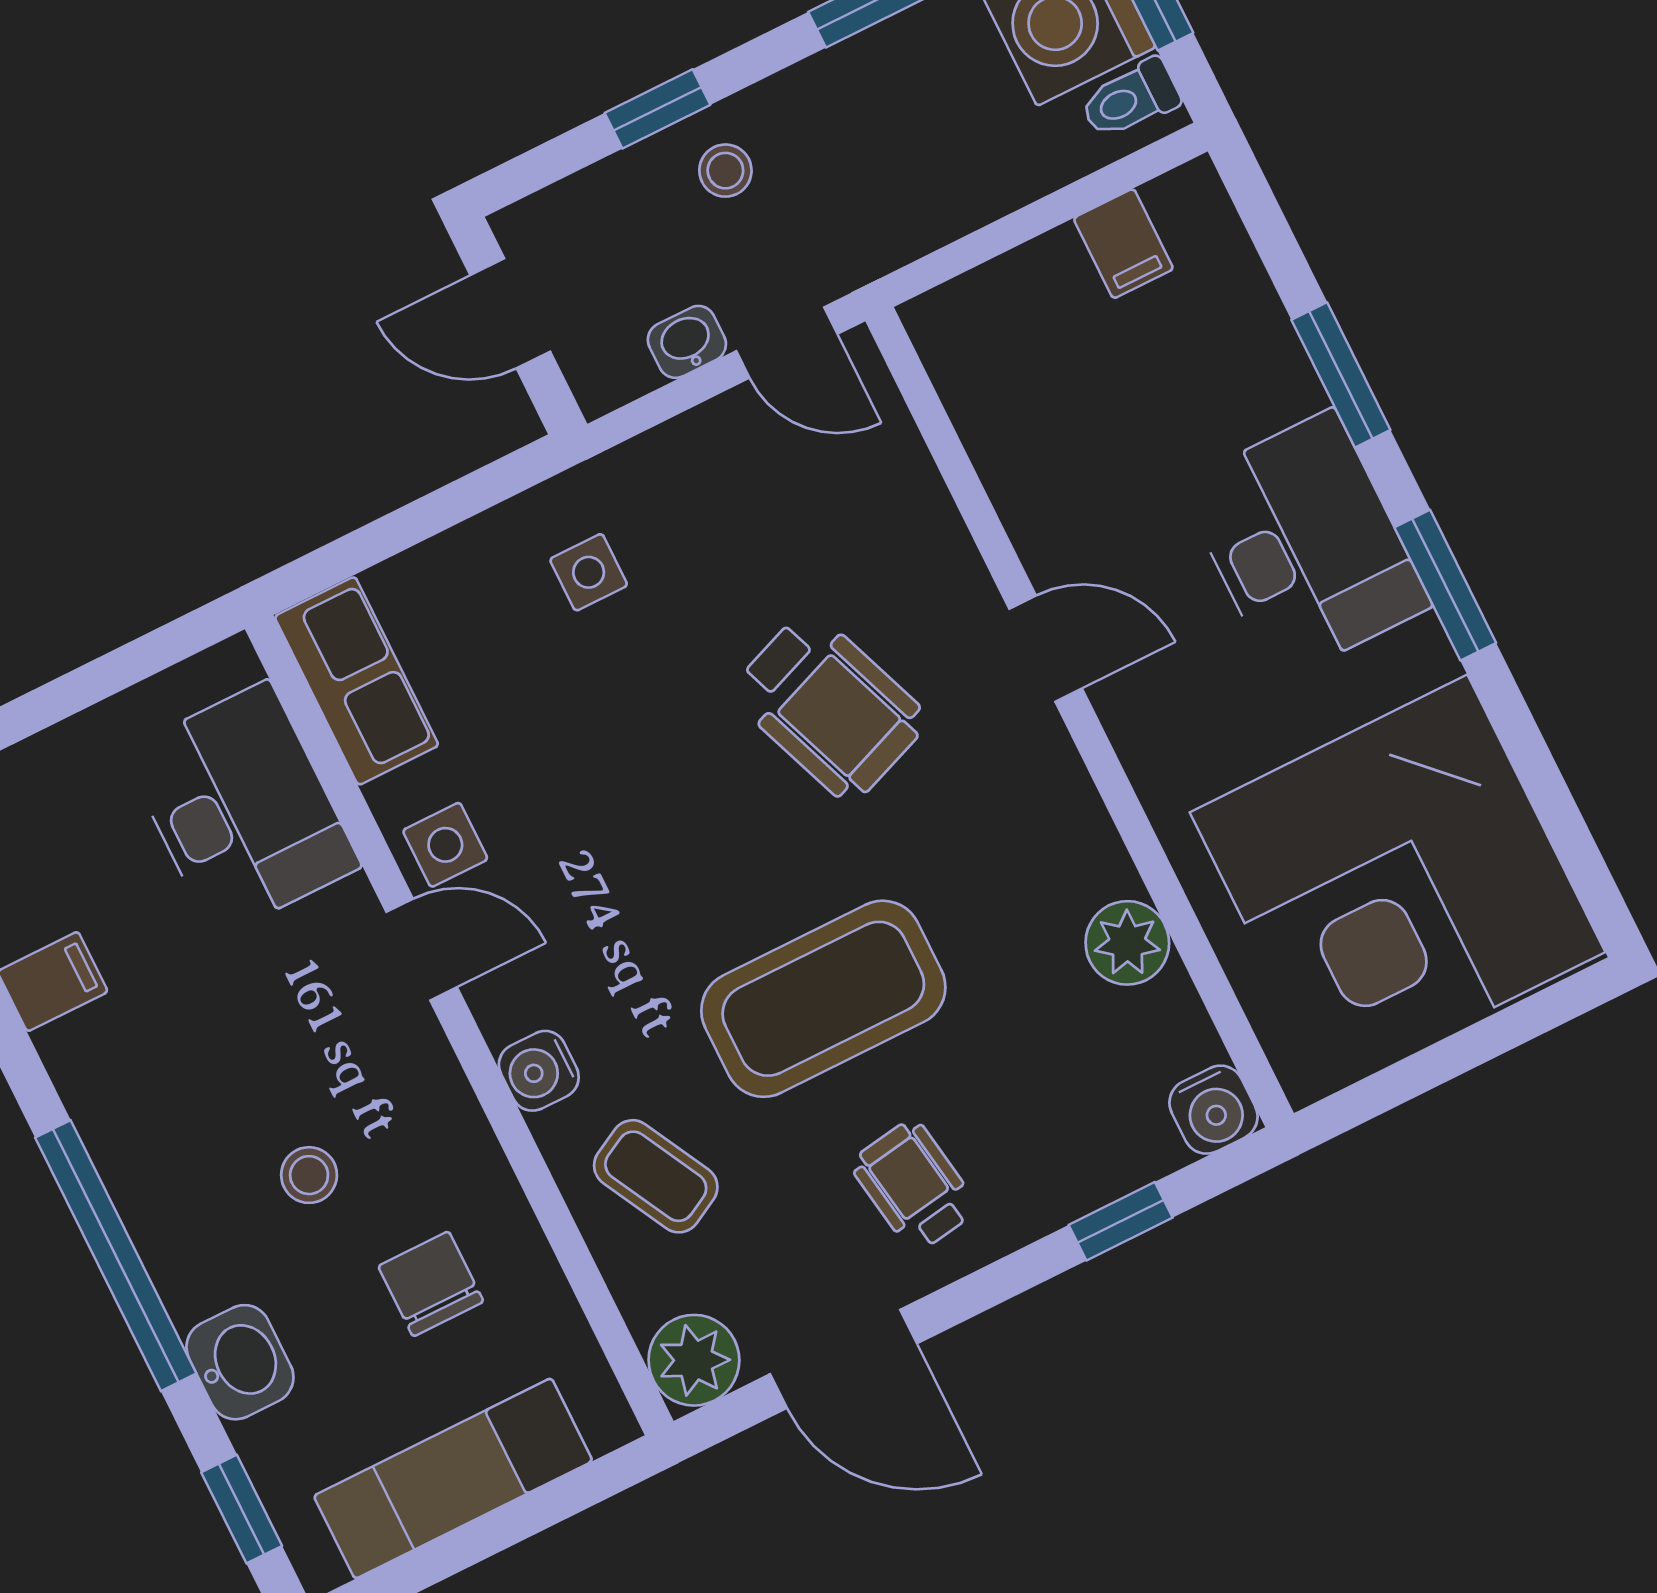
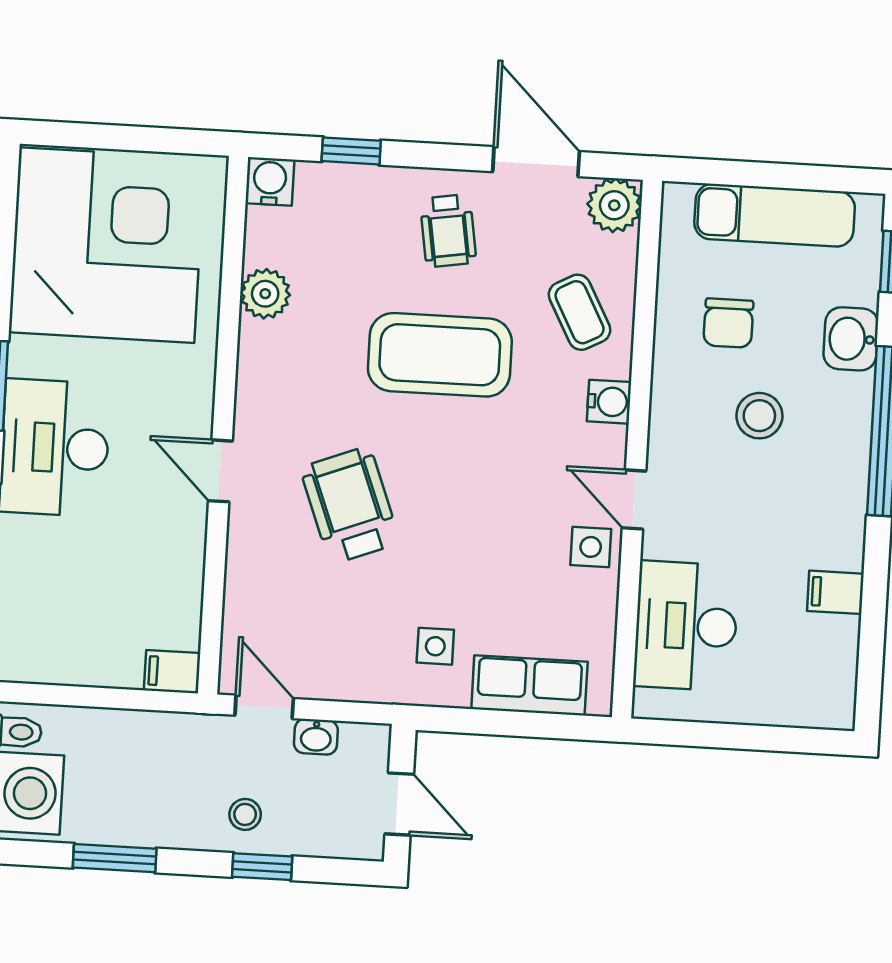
filing cabinet: (1123, 244) -> (172, 672), moved, turned -90
row of seats: (357, 681) -> (529, 685), moved, turned 90
stool: (309, 1175) -> (759, 416), width x1.37, depth x1.37

